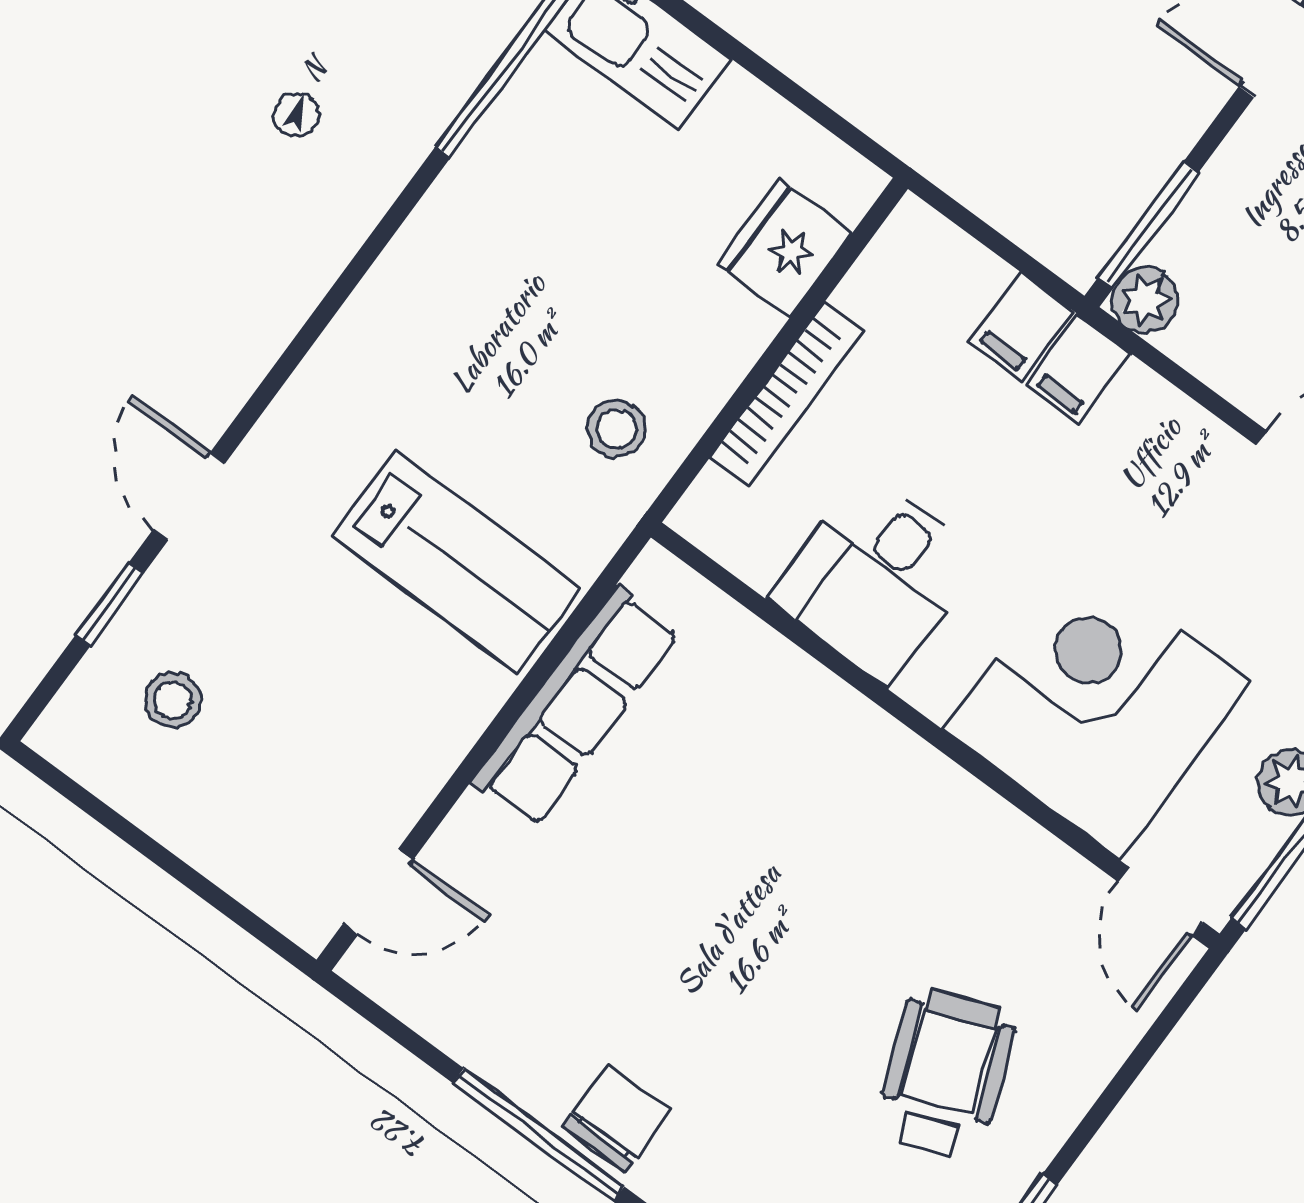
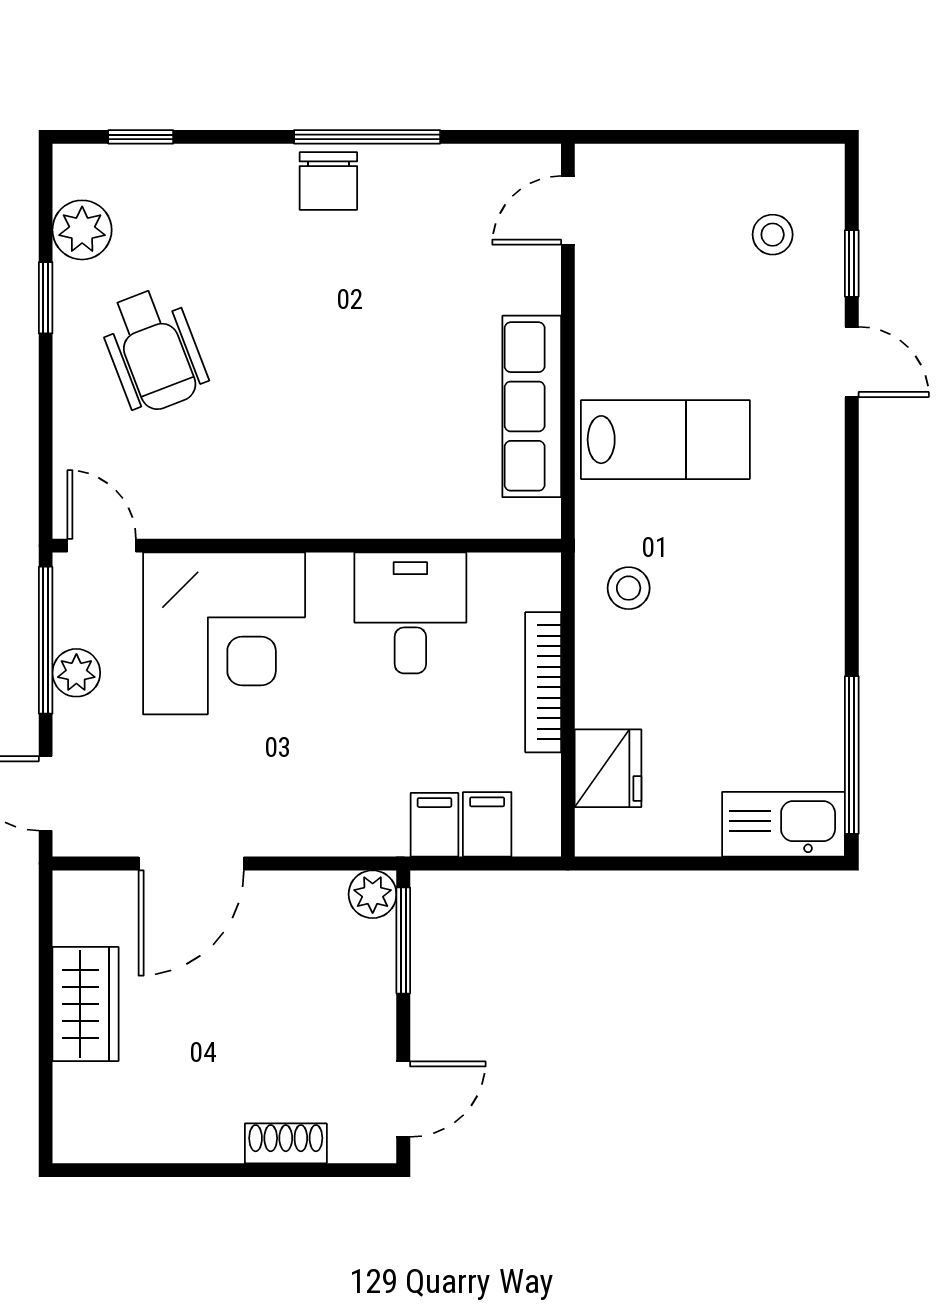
filing cabinet: (1078, 369) -> (487, 824), moved
lab bench: (456, 562) -> (665, 440), turned 180

